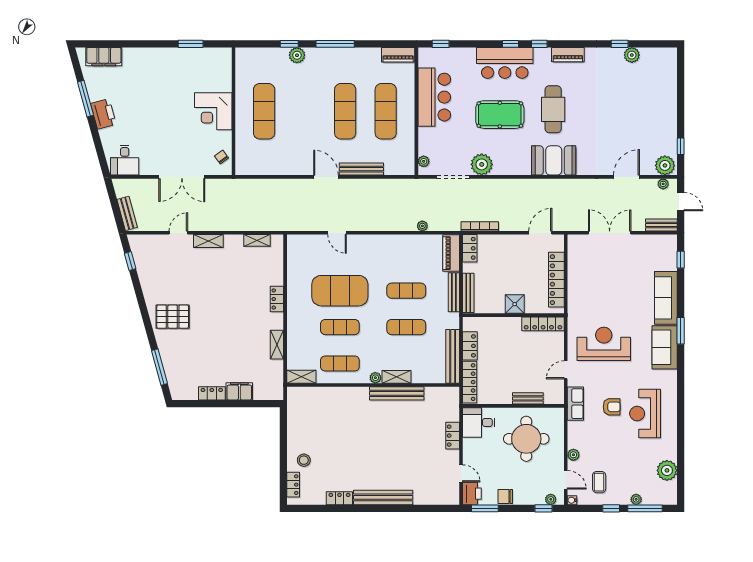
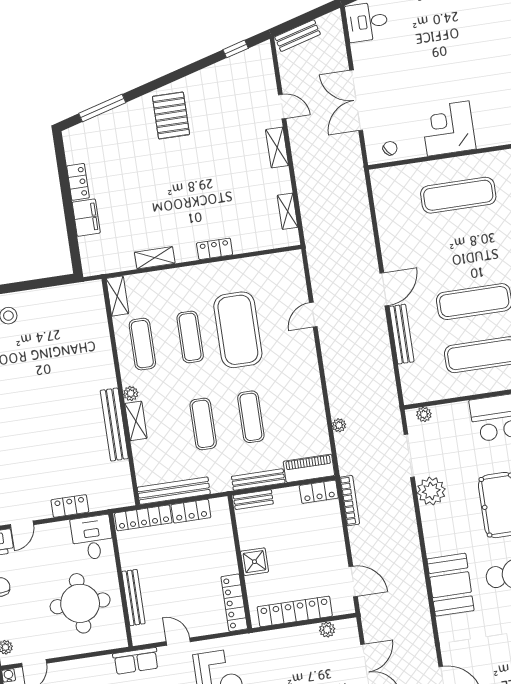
bench: (468, 293) -> (253, 500), width x0.73
bench: (528, 398) -> (133, 598), width x1.36
plant: (573, 455) -> (327, 630), moved

